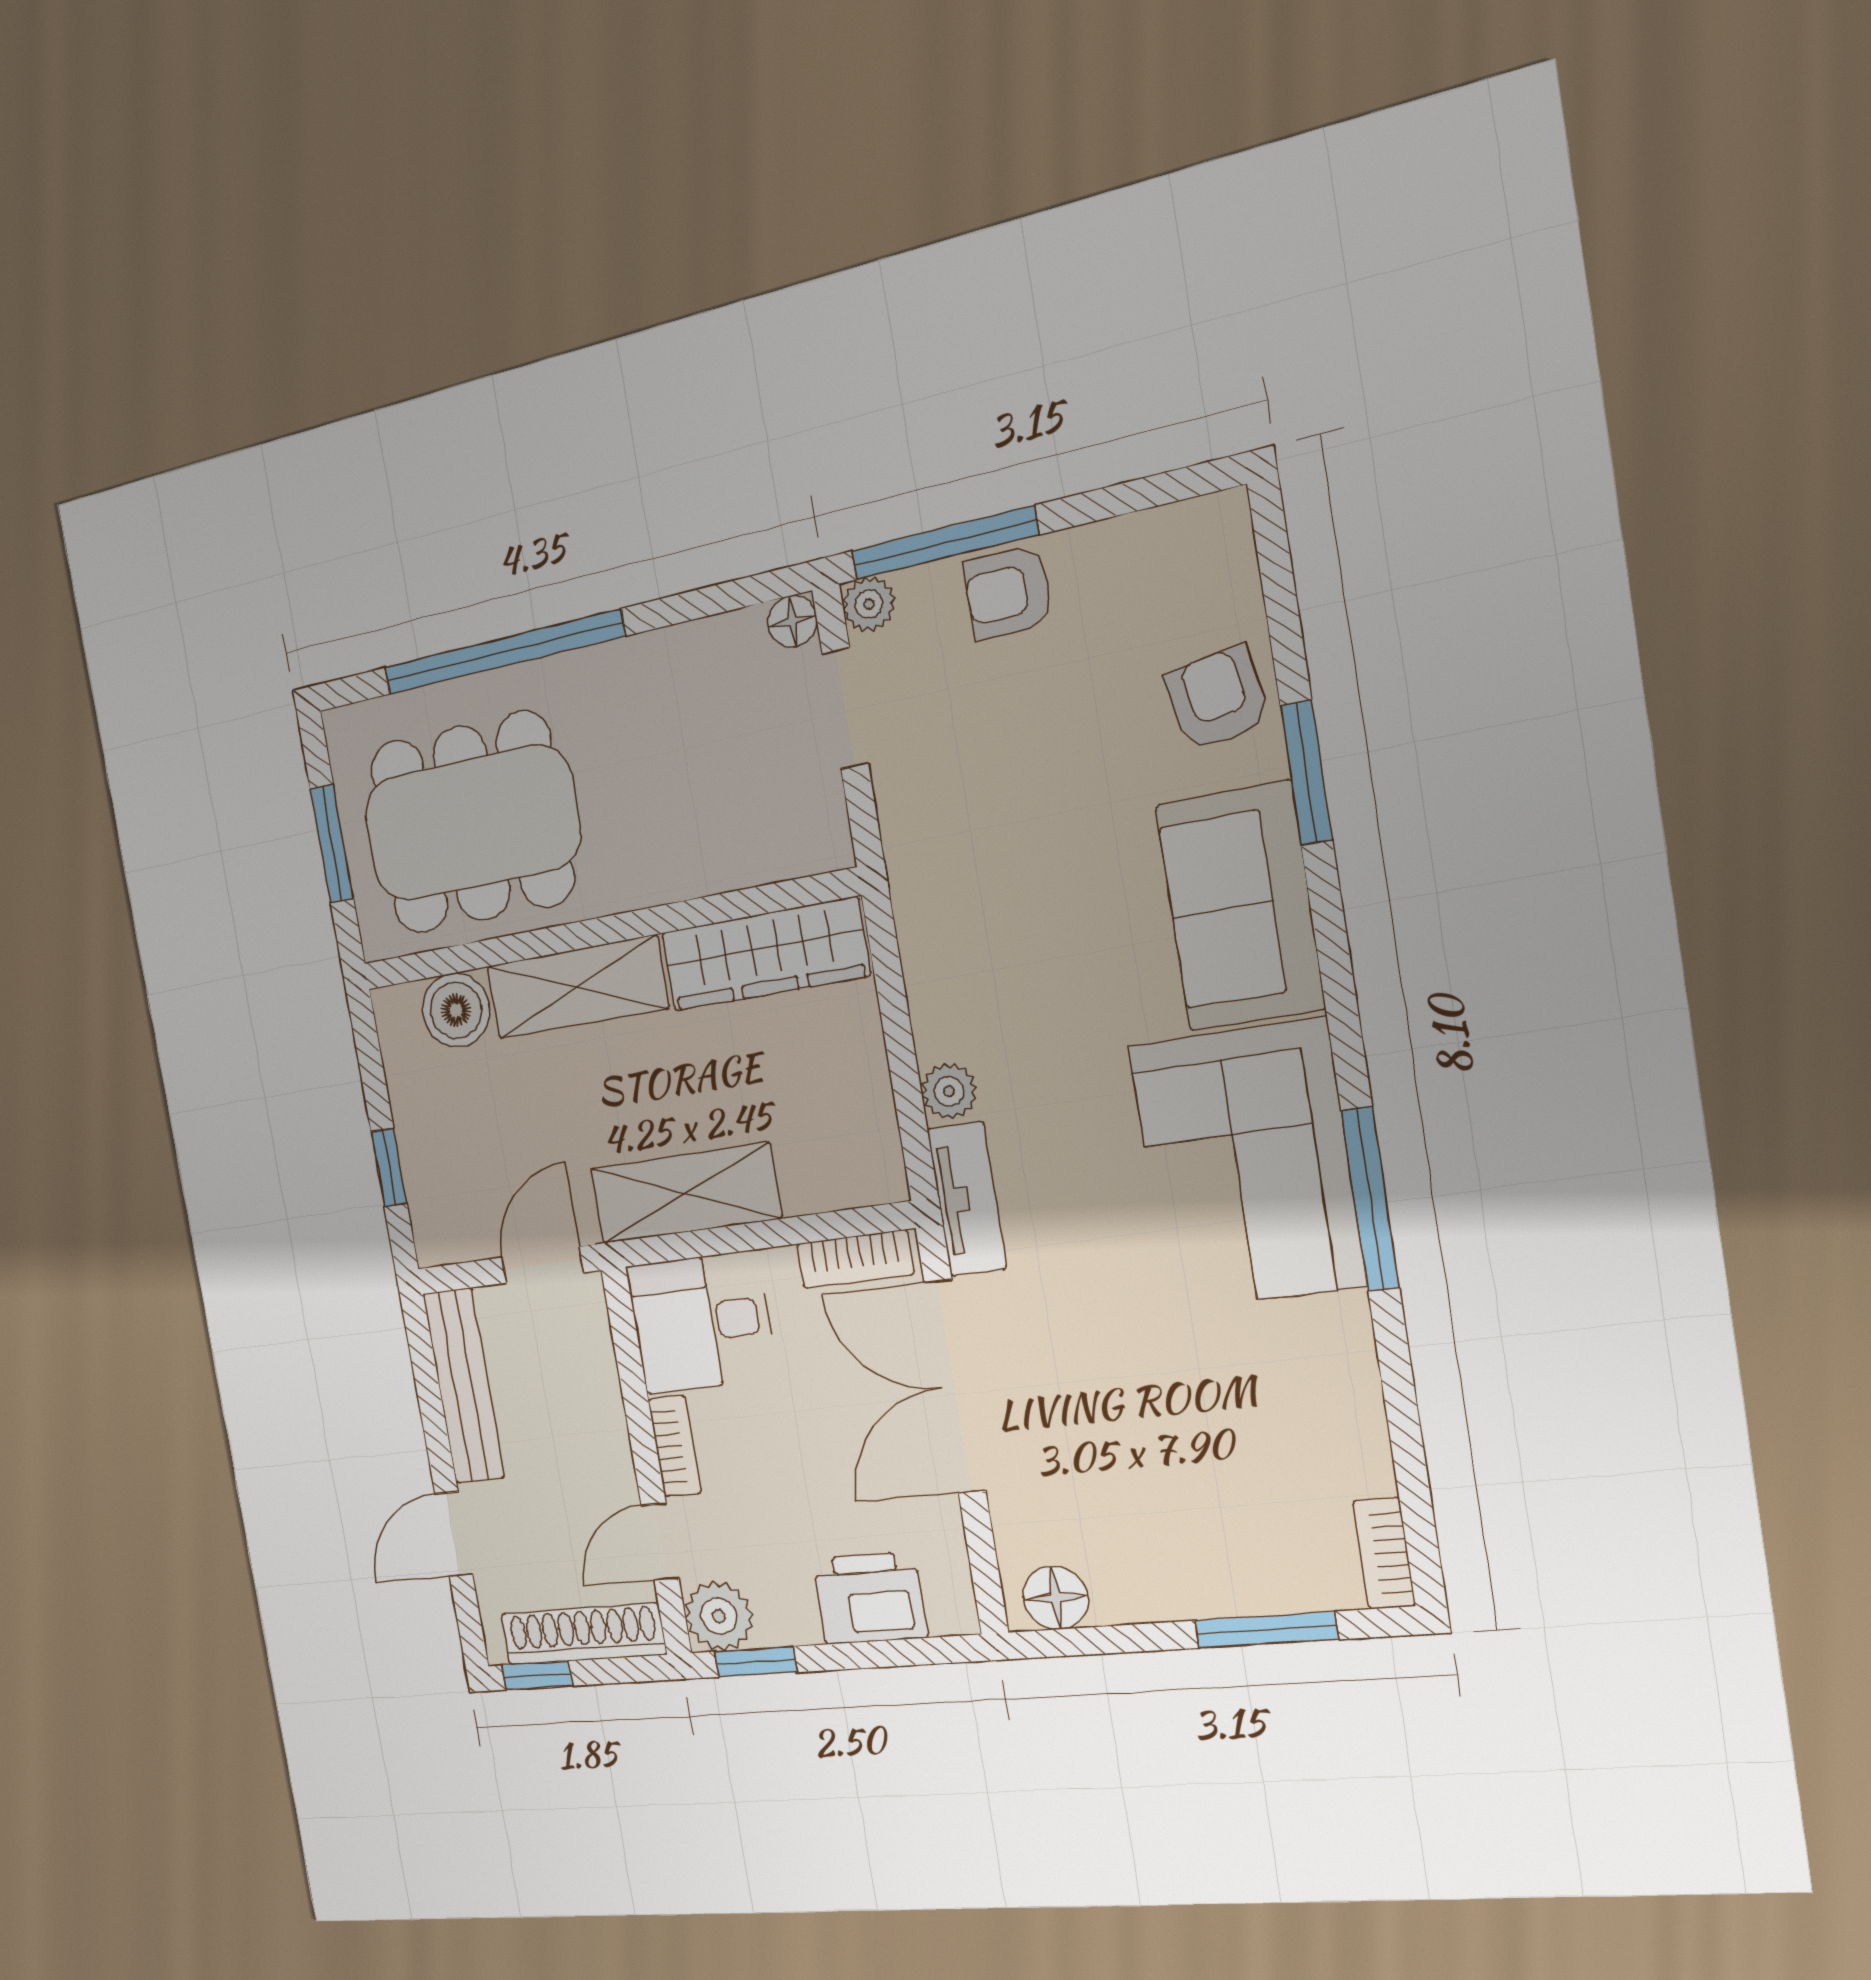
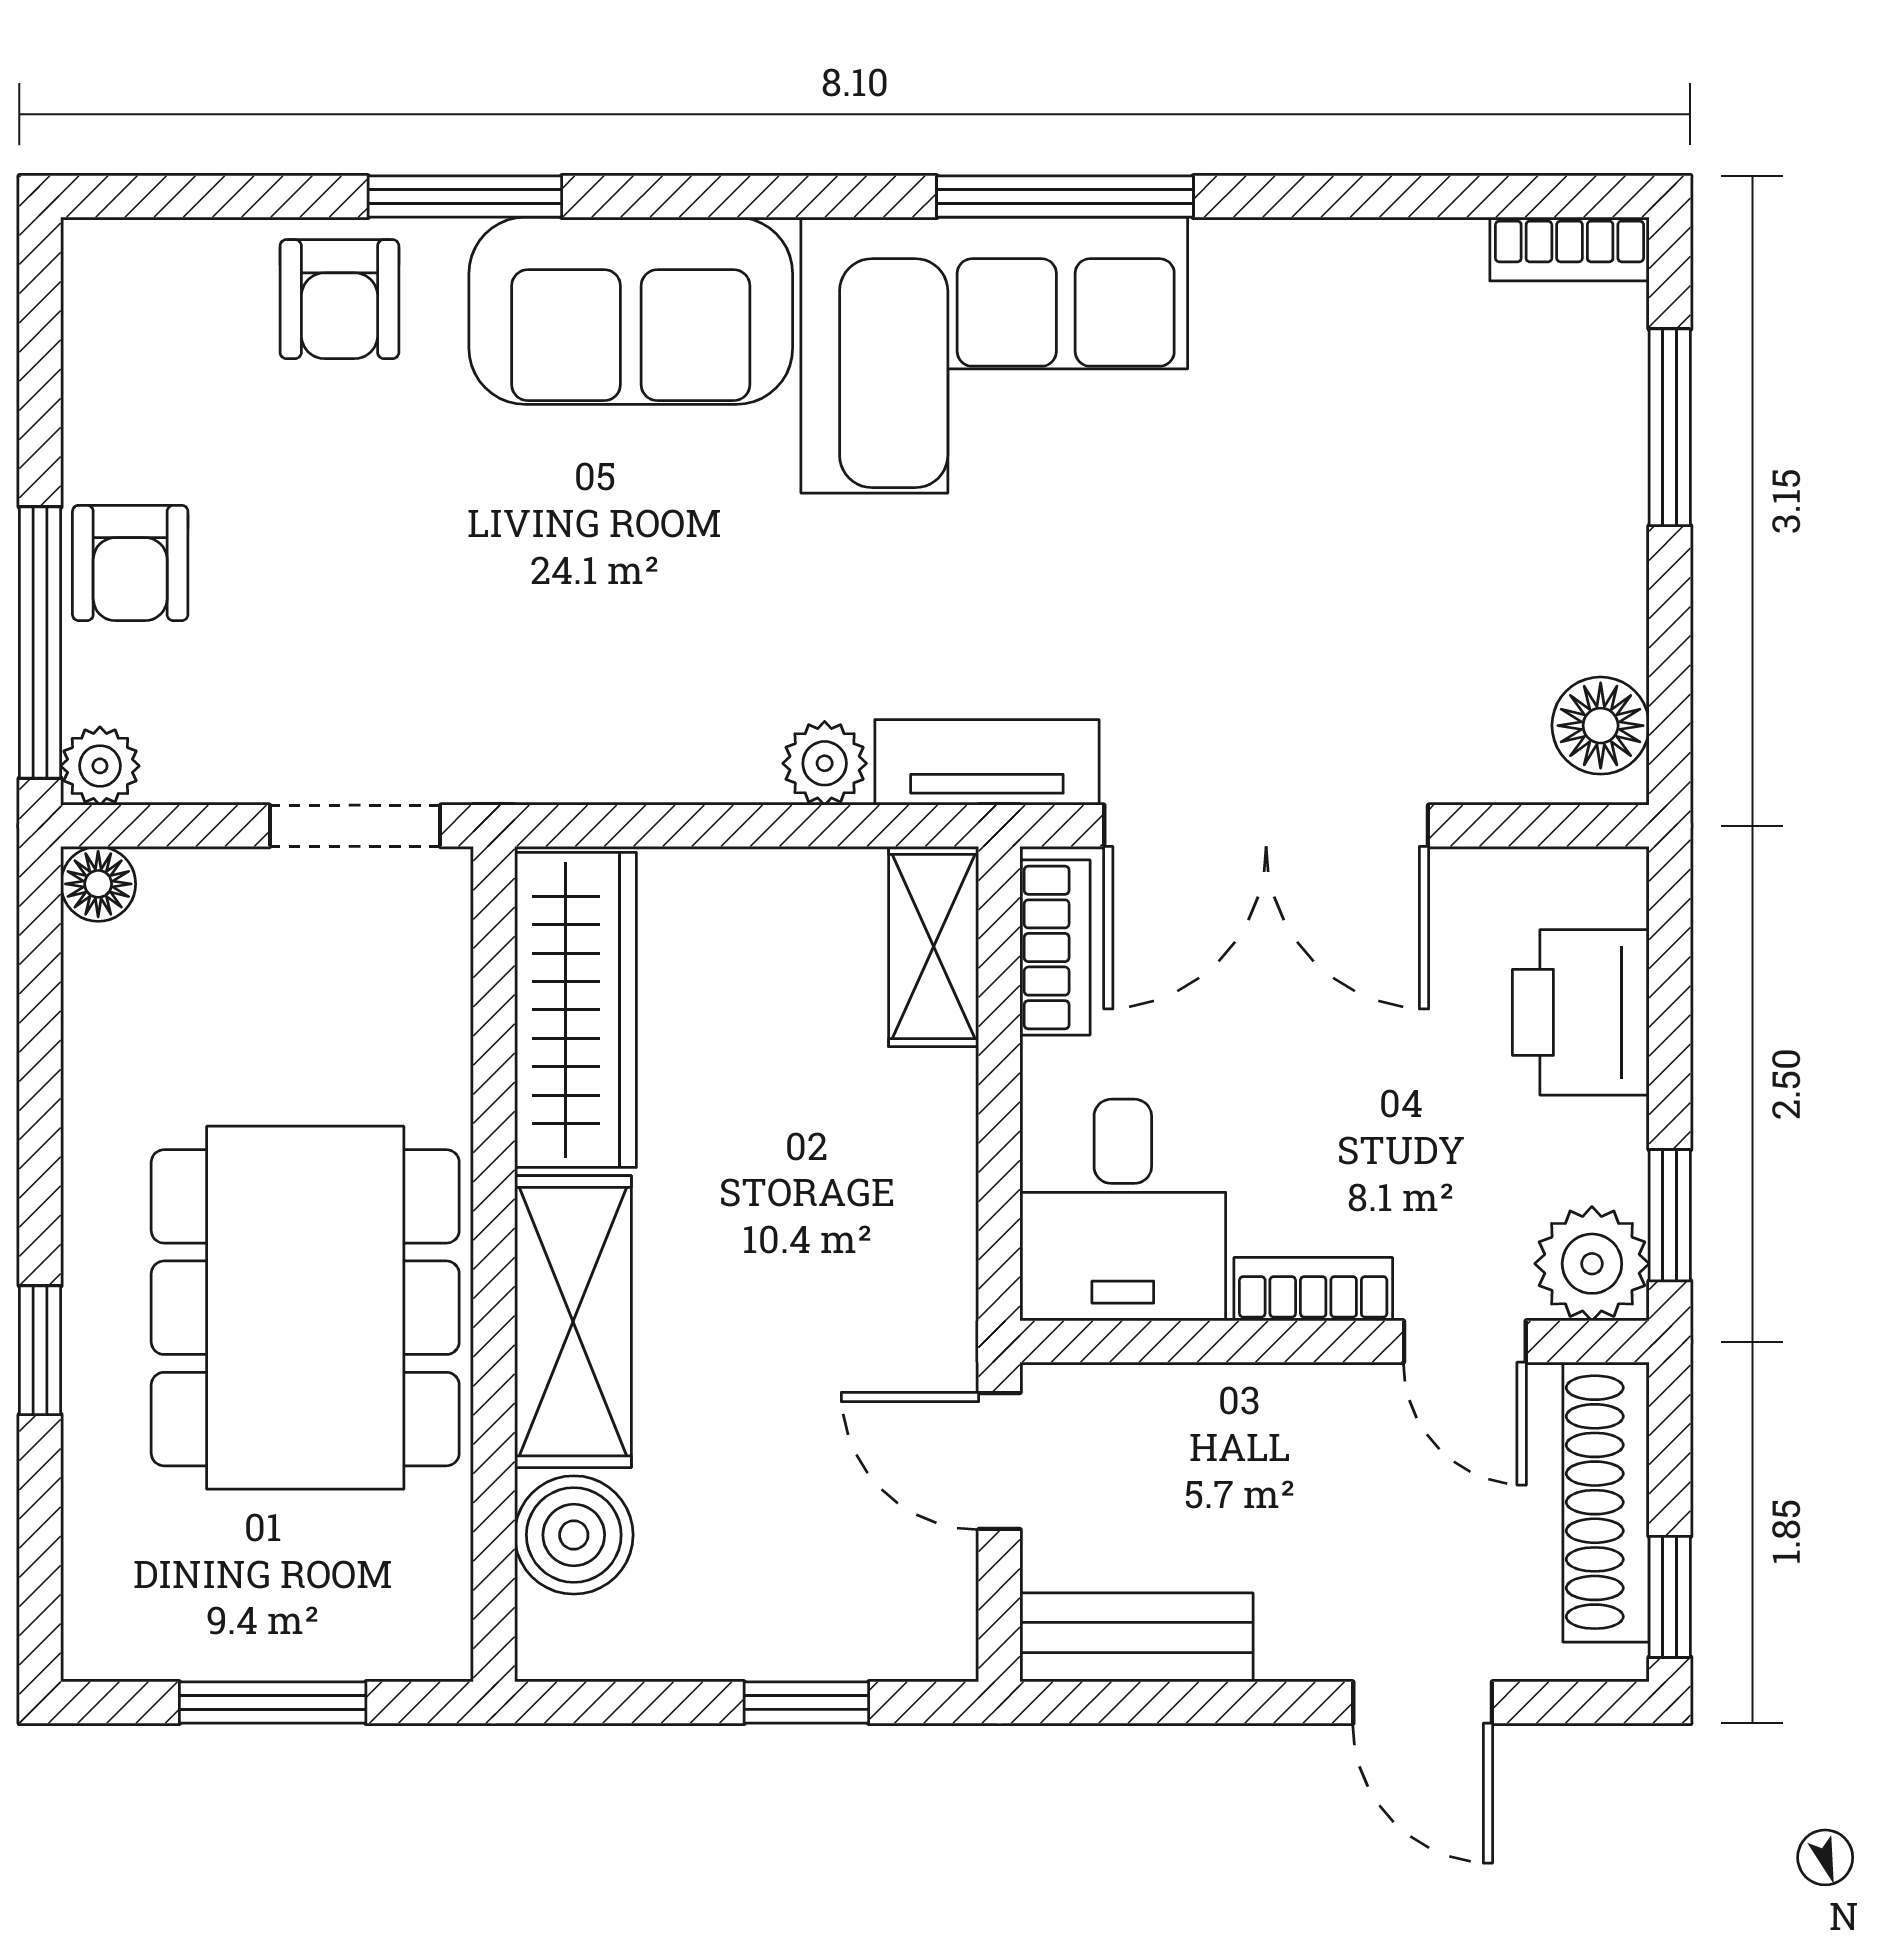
window: (503, 652) -> (40, 1350), width x0.32
armchair: (1217, 698) -> (339, 299), turned -80
doorway: (845, 708) -> (355, 826), moved
dining table: (472, 823) -> (305, 1308), moved
shelving: (685, 1193) -> (934, 947), moved, width x0.67, depth x0.75
bench: (464, 1386) -> (1137, 1637), width x0.73

